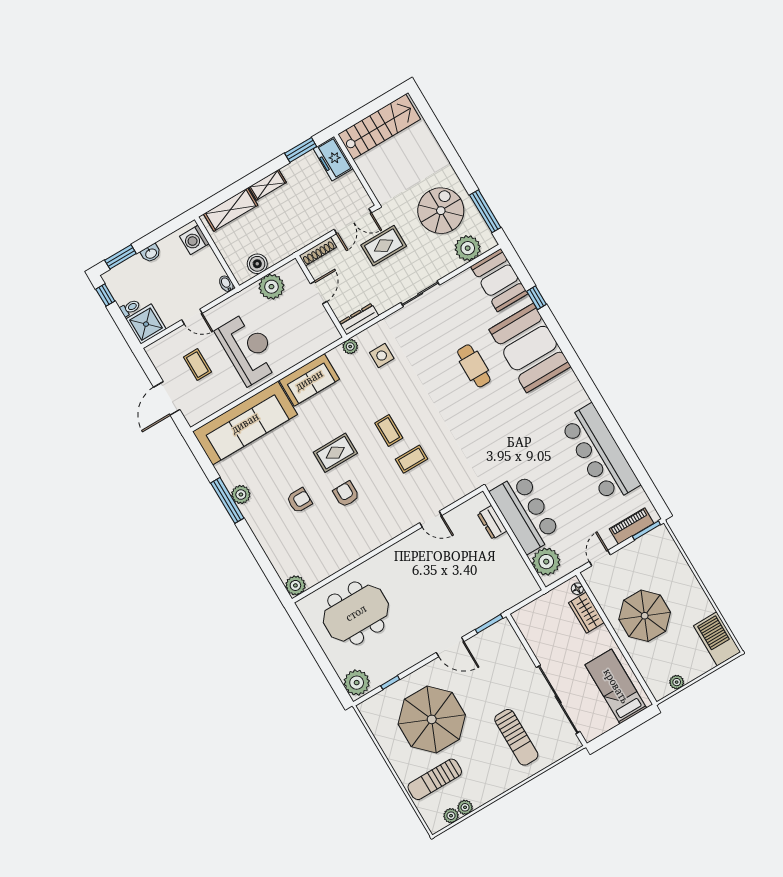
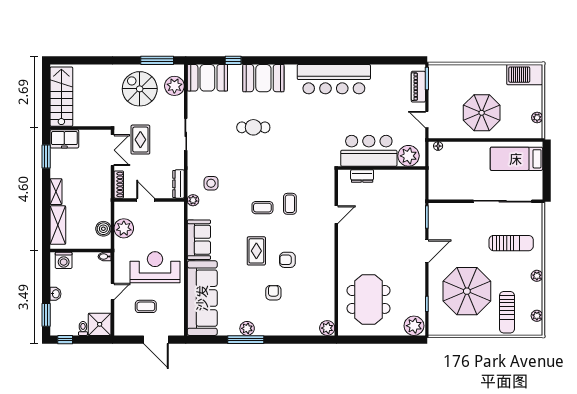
booth: (530, 348) -> (263, 78), width x0.73, depth x0.70
bar counter: (600, 453) -> (334, 79), moved
wardrobe: (586, 613) -> (457, 149), removed
plant: (465, 807) -> (537, 276), moved

